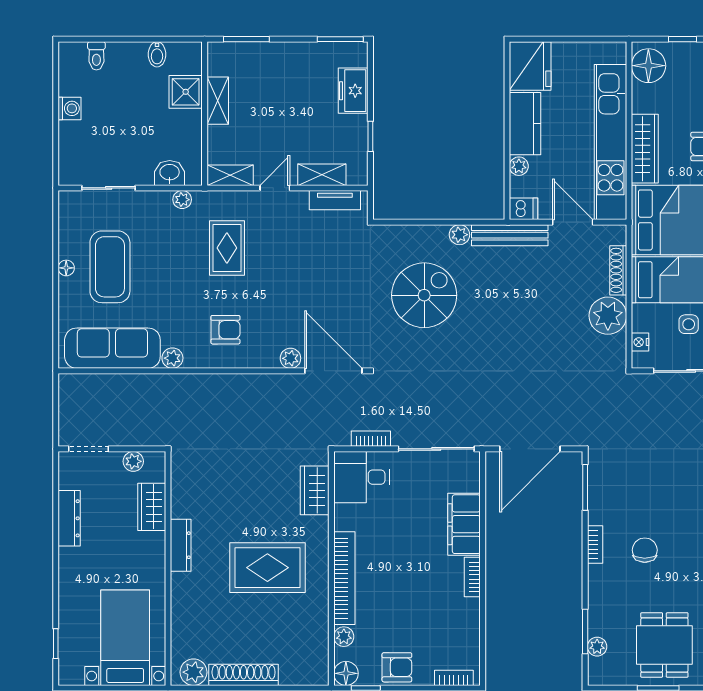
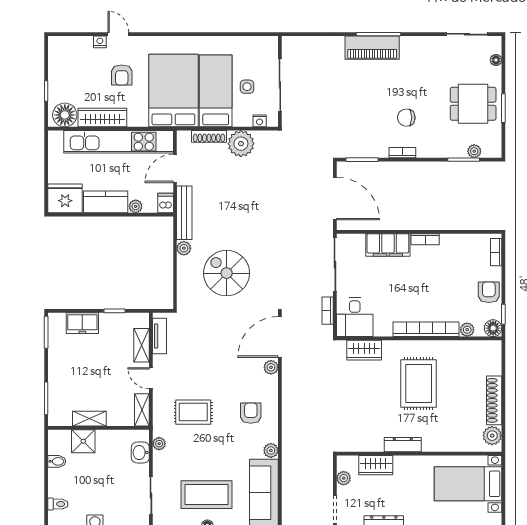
wardrobe: (645, 149) -> (102, 118), moved

